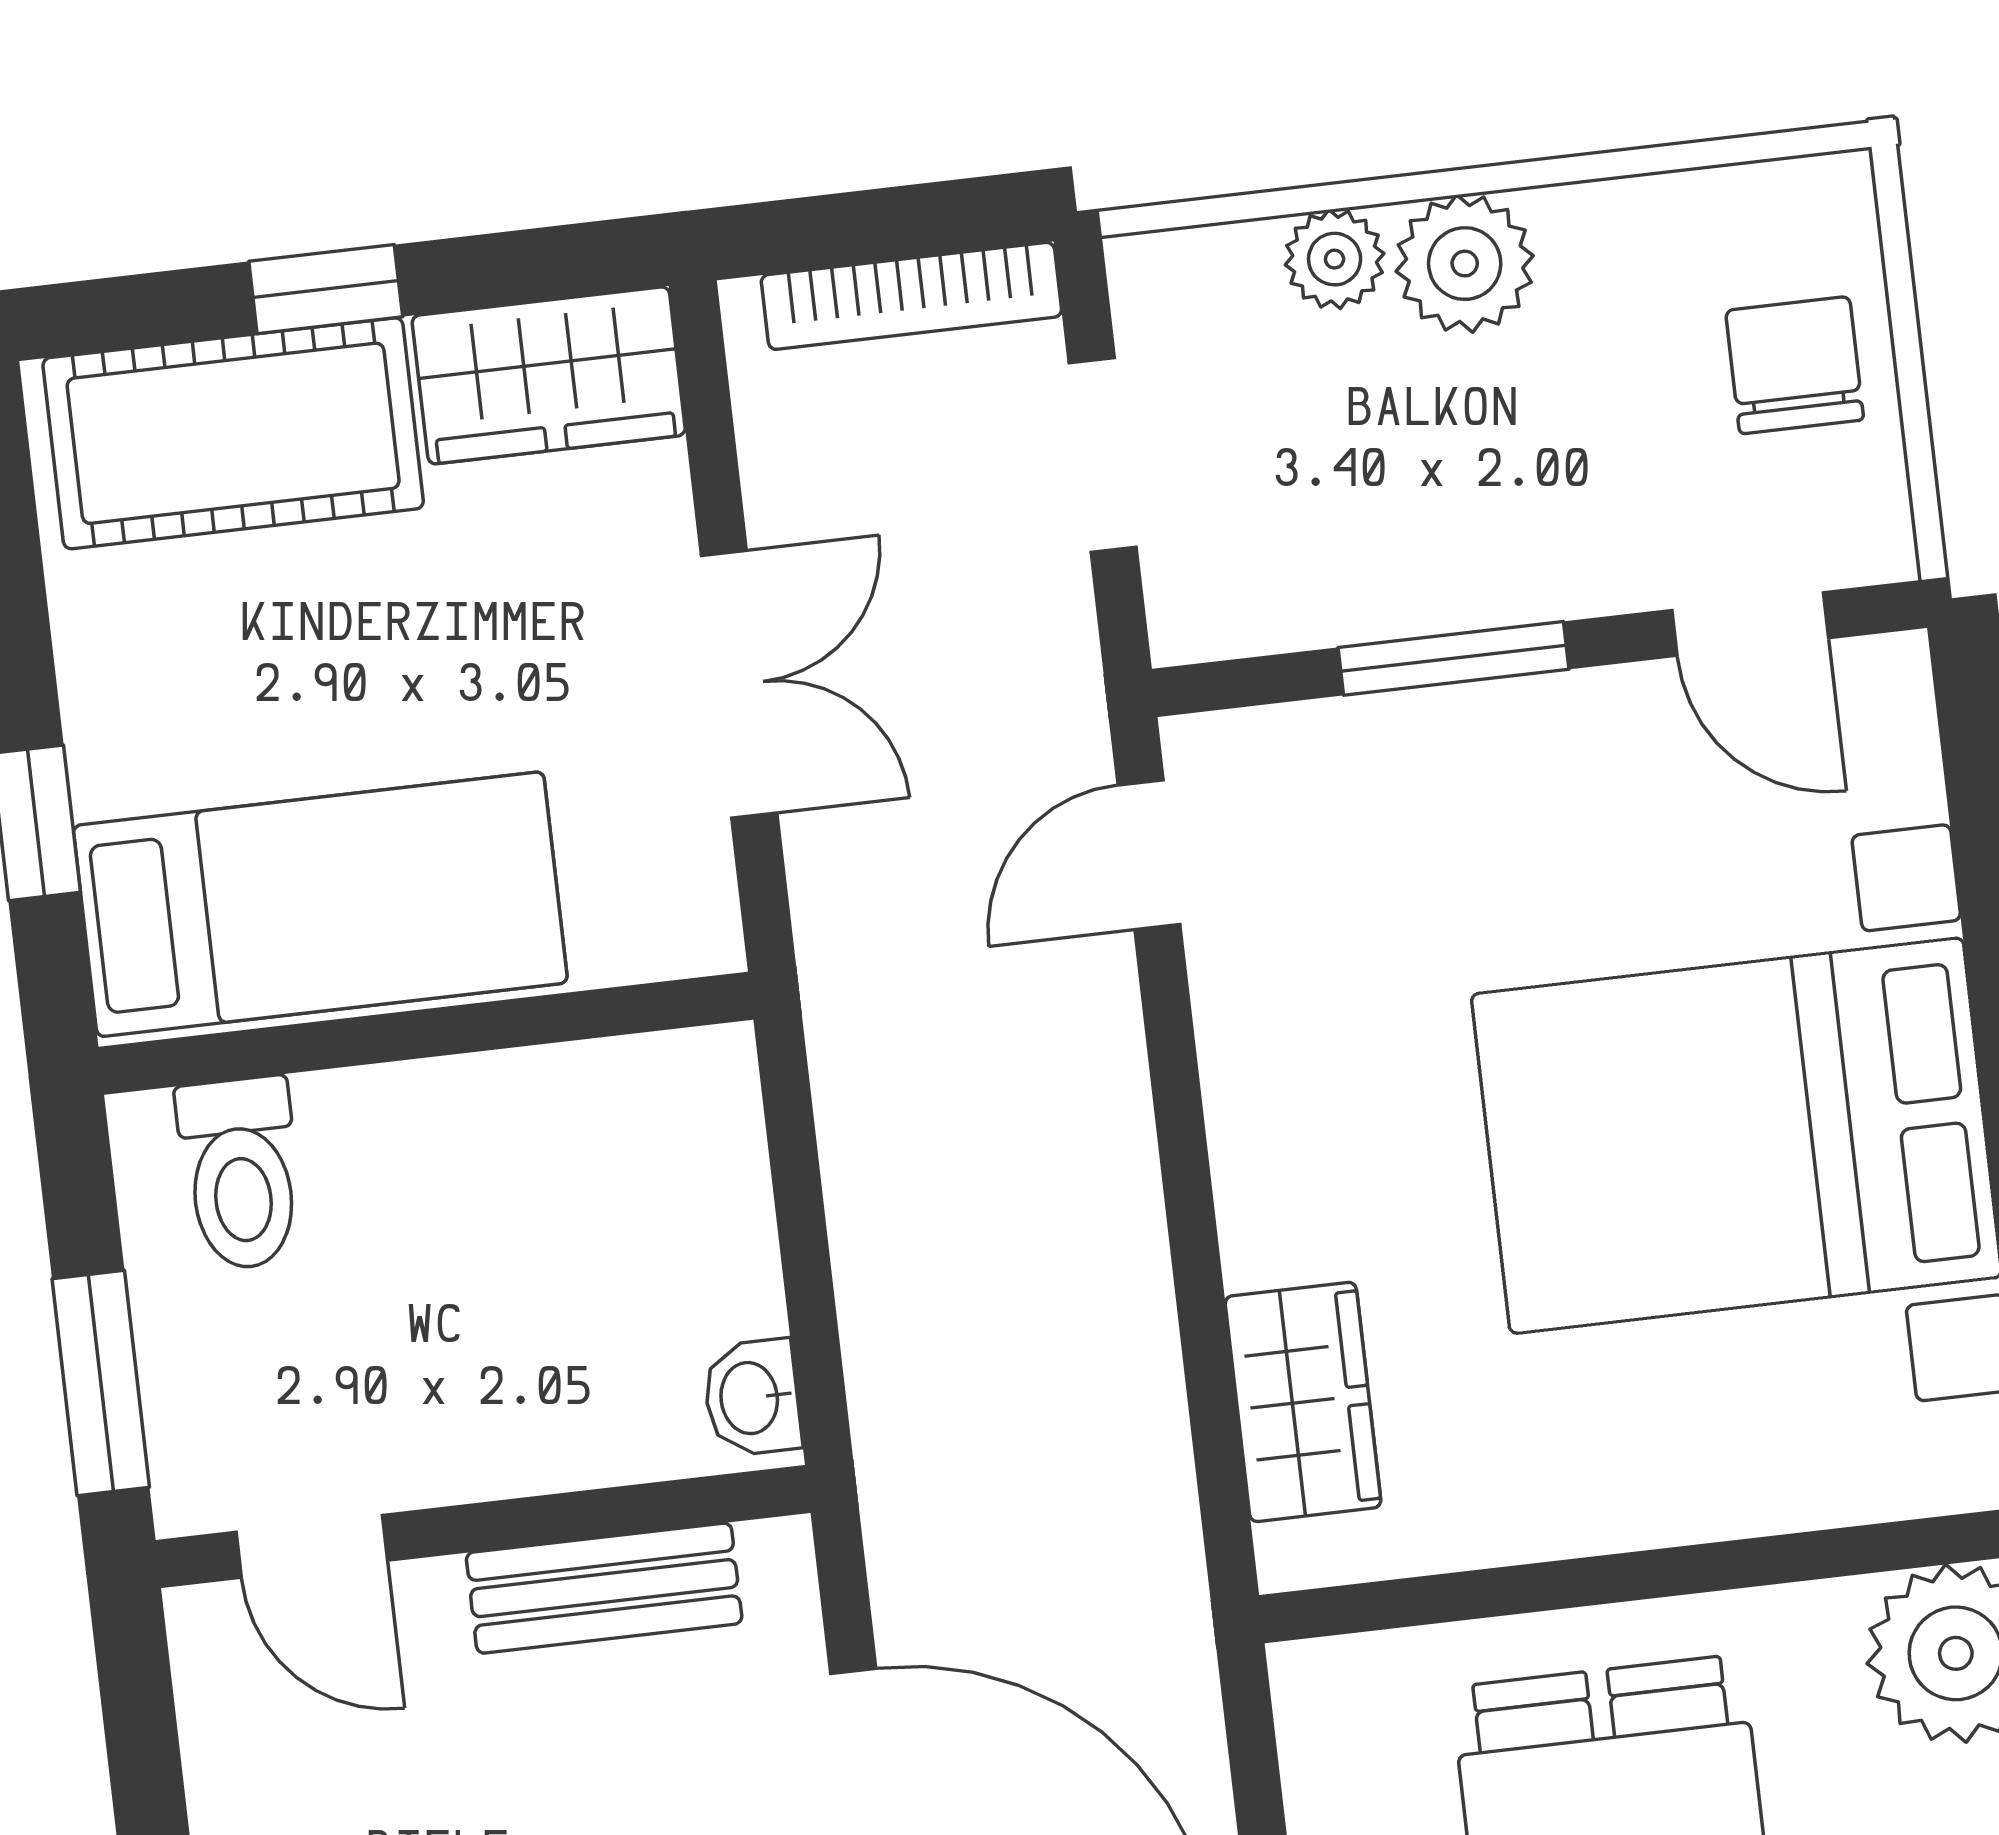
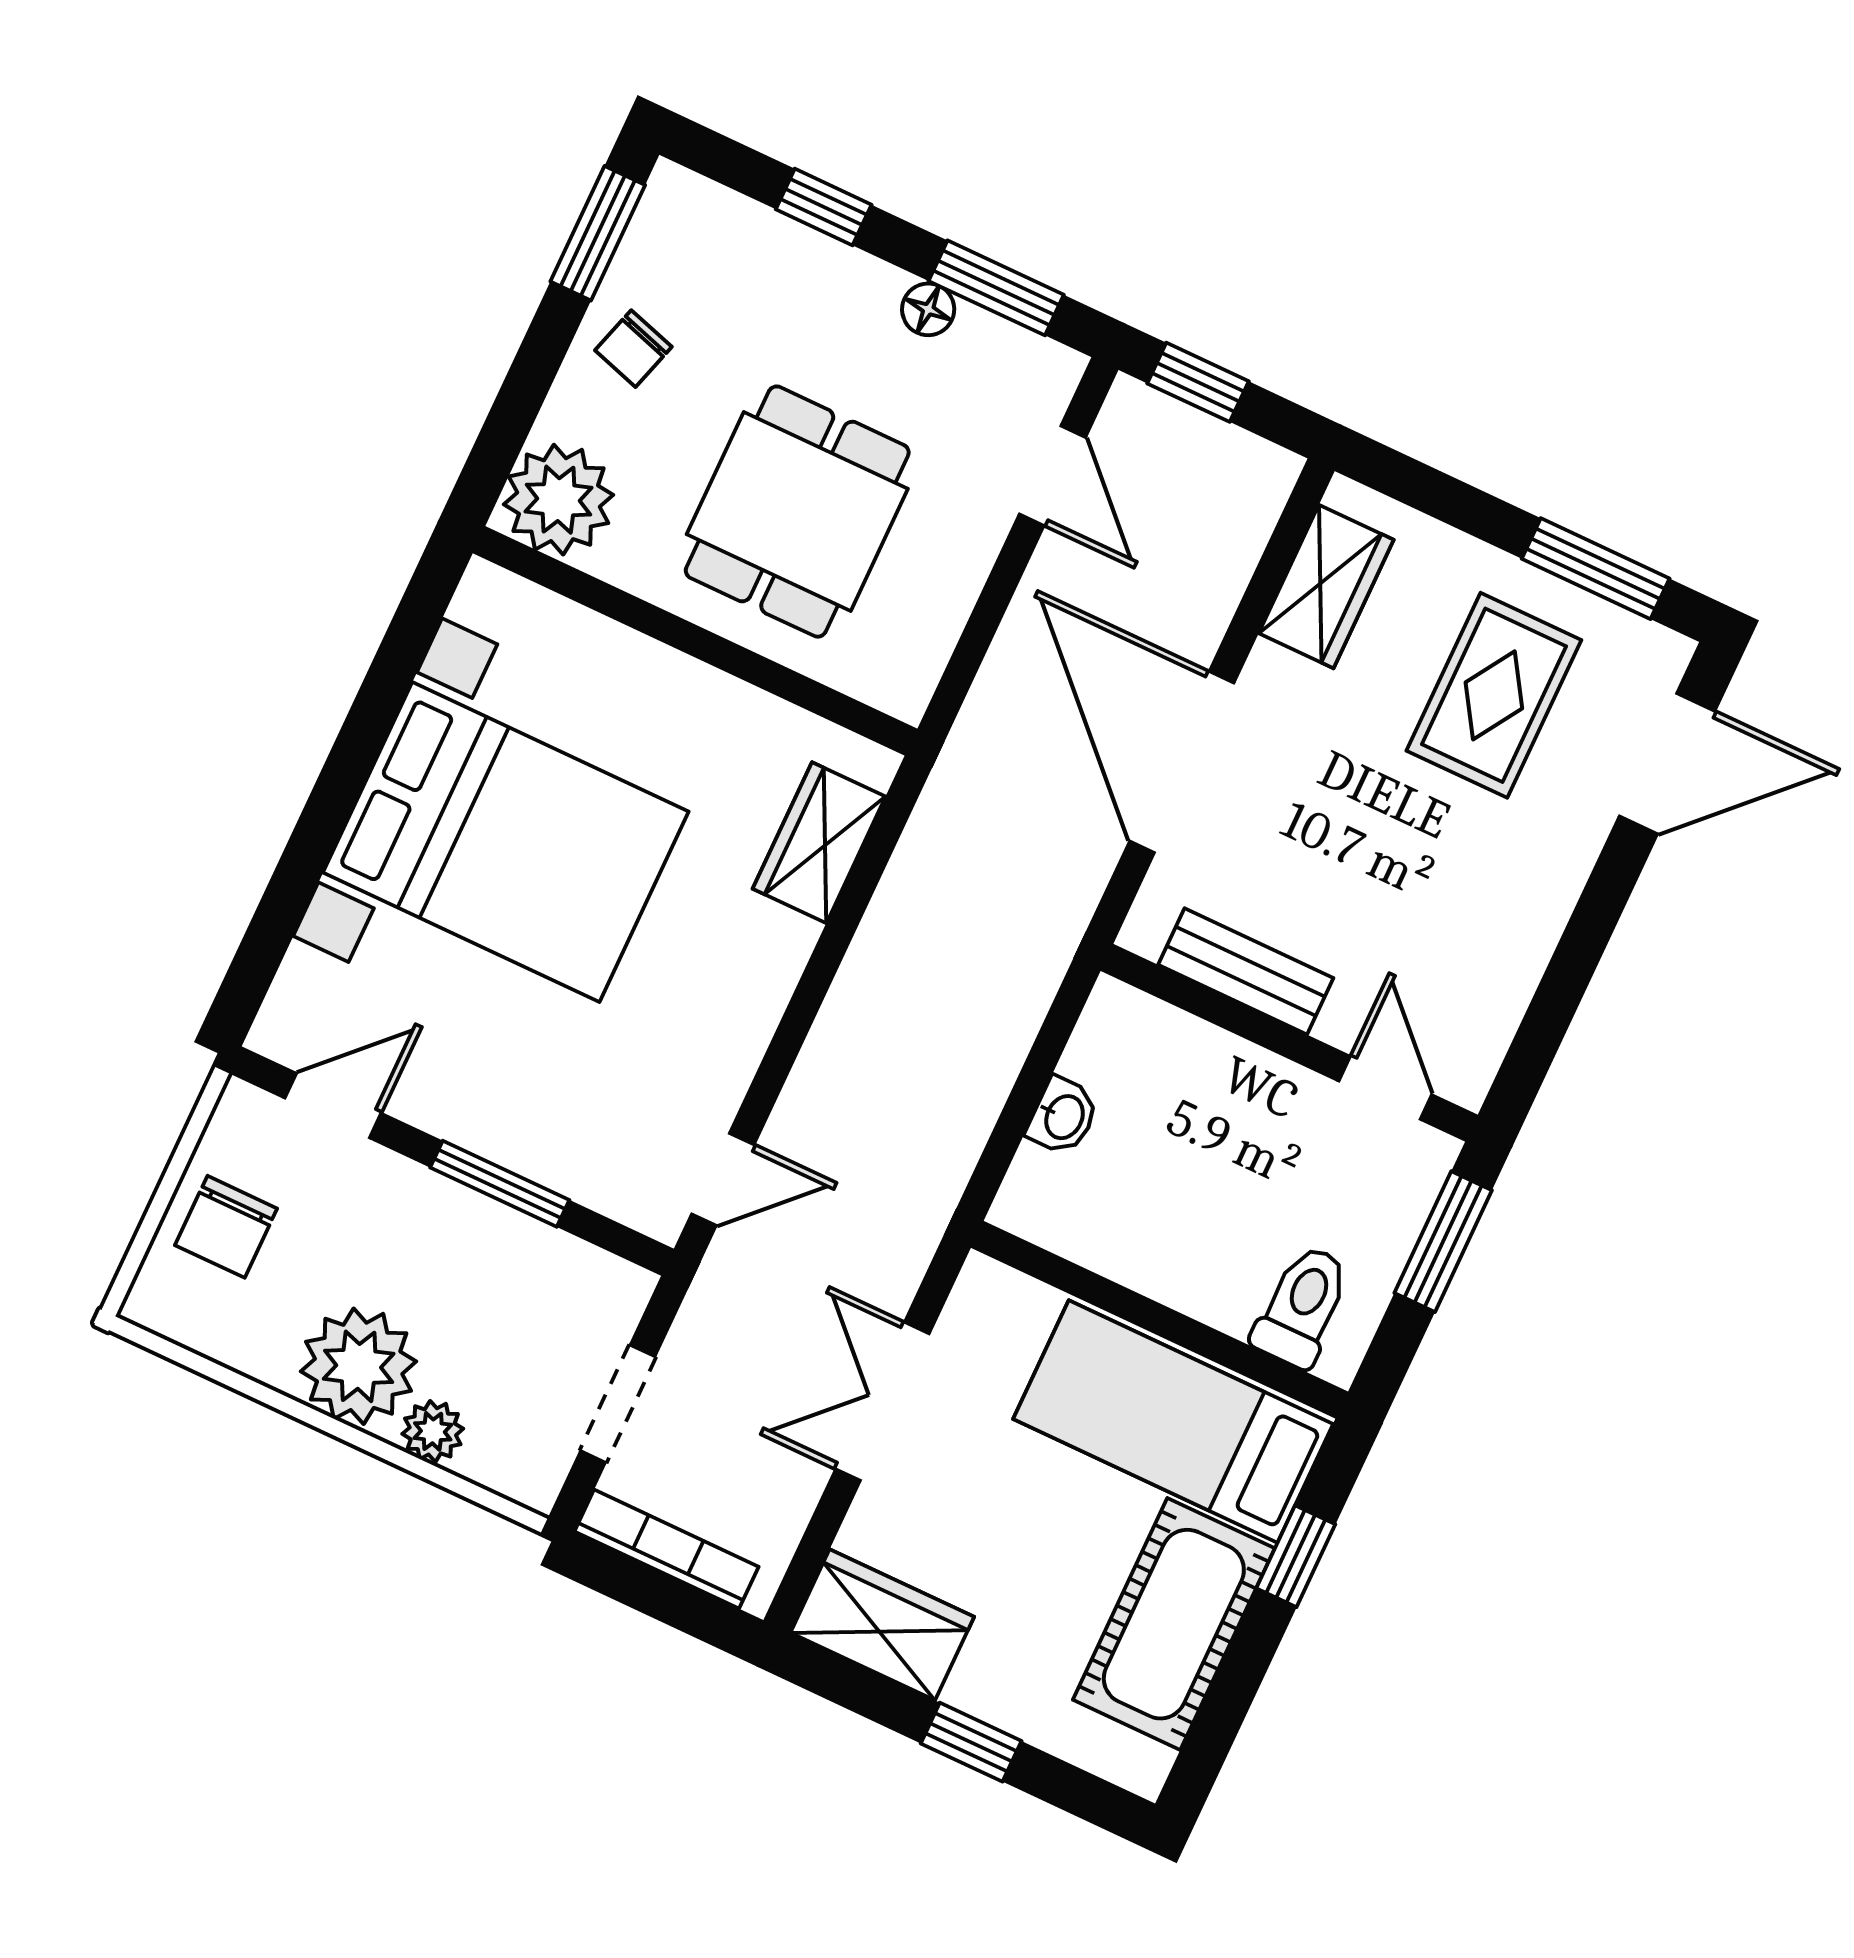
plant: (1465, 264) -> (359, 1366), width x1.36, depth x1.36
cot: (233, 433) -> (1174, 1624), moved, turned 90
door: (1750, 624) -> (333, 1106), hinge flipped
washbasin: (752, 1398) -> (1063, 1116), moved

